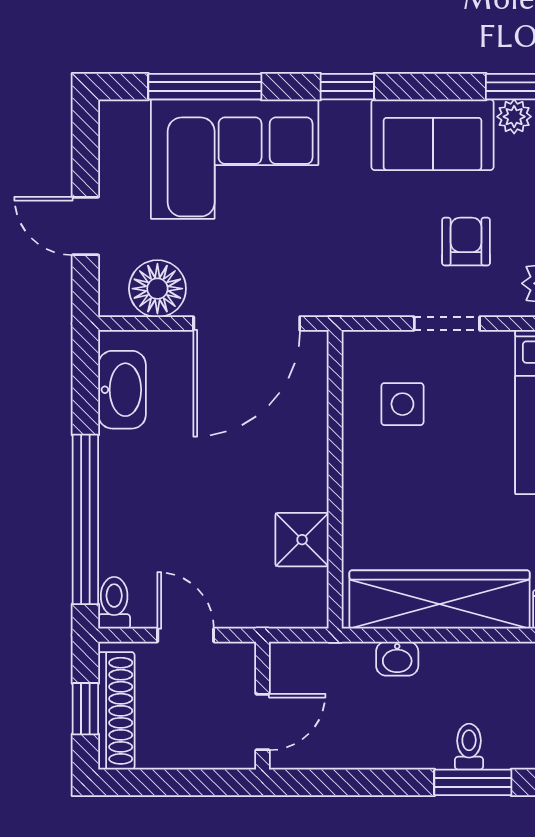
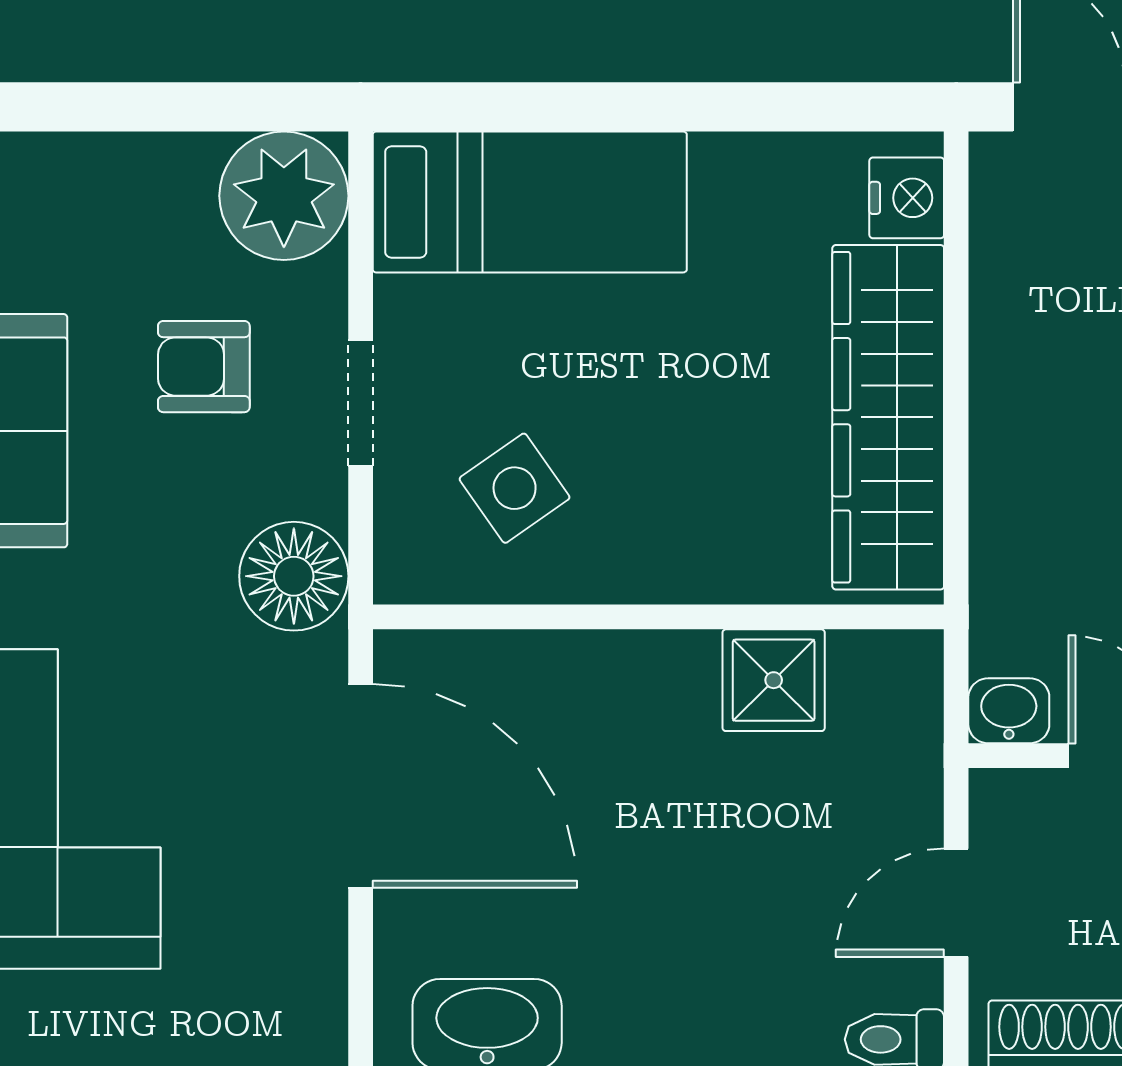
floor lamp: (157, 289) -> (294, 576), moved
side table: (402, 404) -> (515, 488), turned -35
washbasin: (397, 659) -> (1009, 711), moved, turned -90

